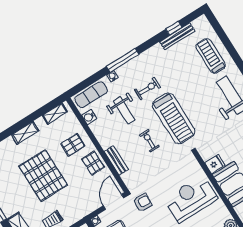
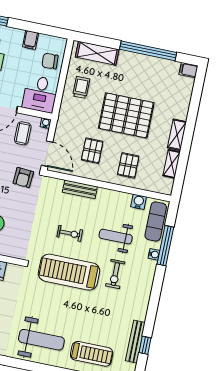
window: (123, 60) -> (165, 246), moved
shelving: (55, 114) -> (172, 164), moved
pallet: (93, 163) -> (92, 151), moved, turned 90

